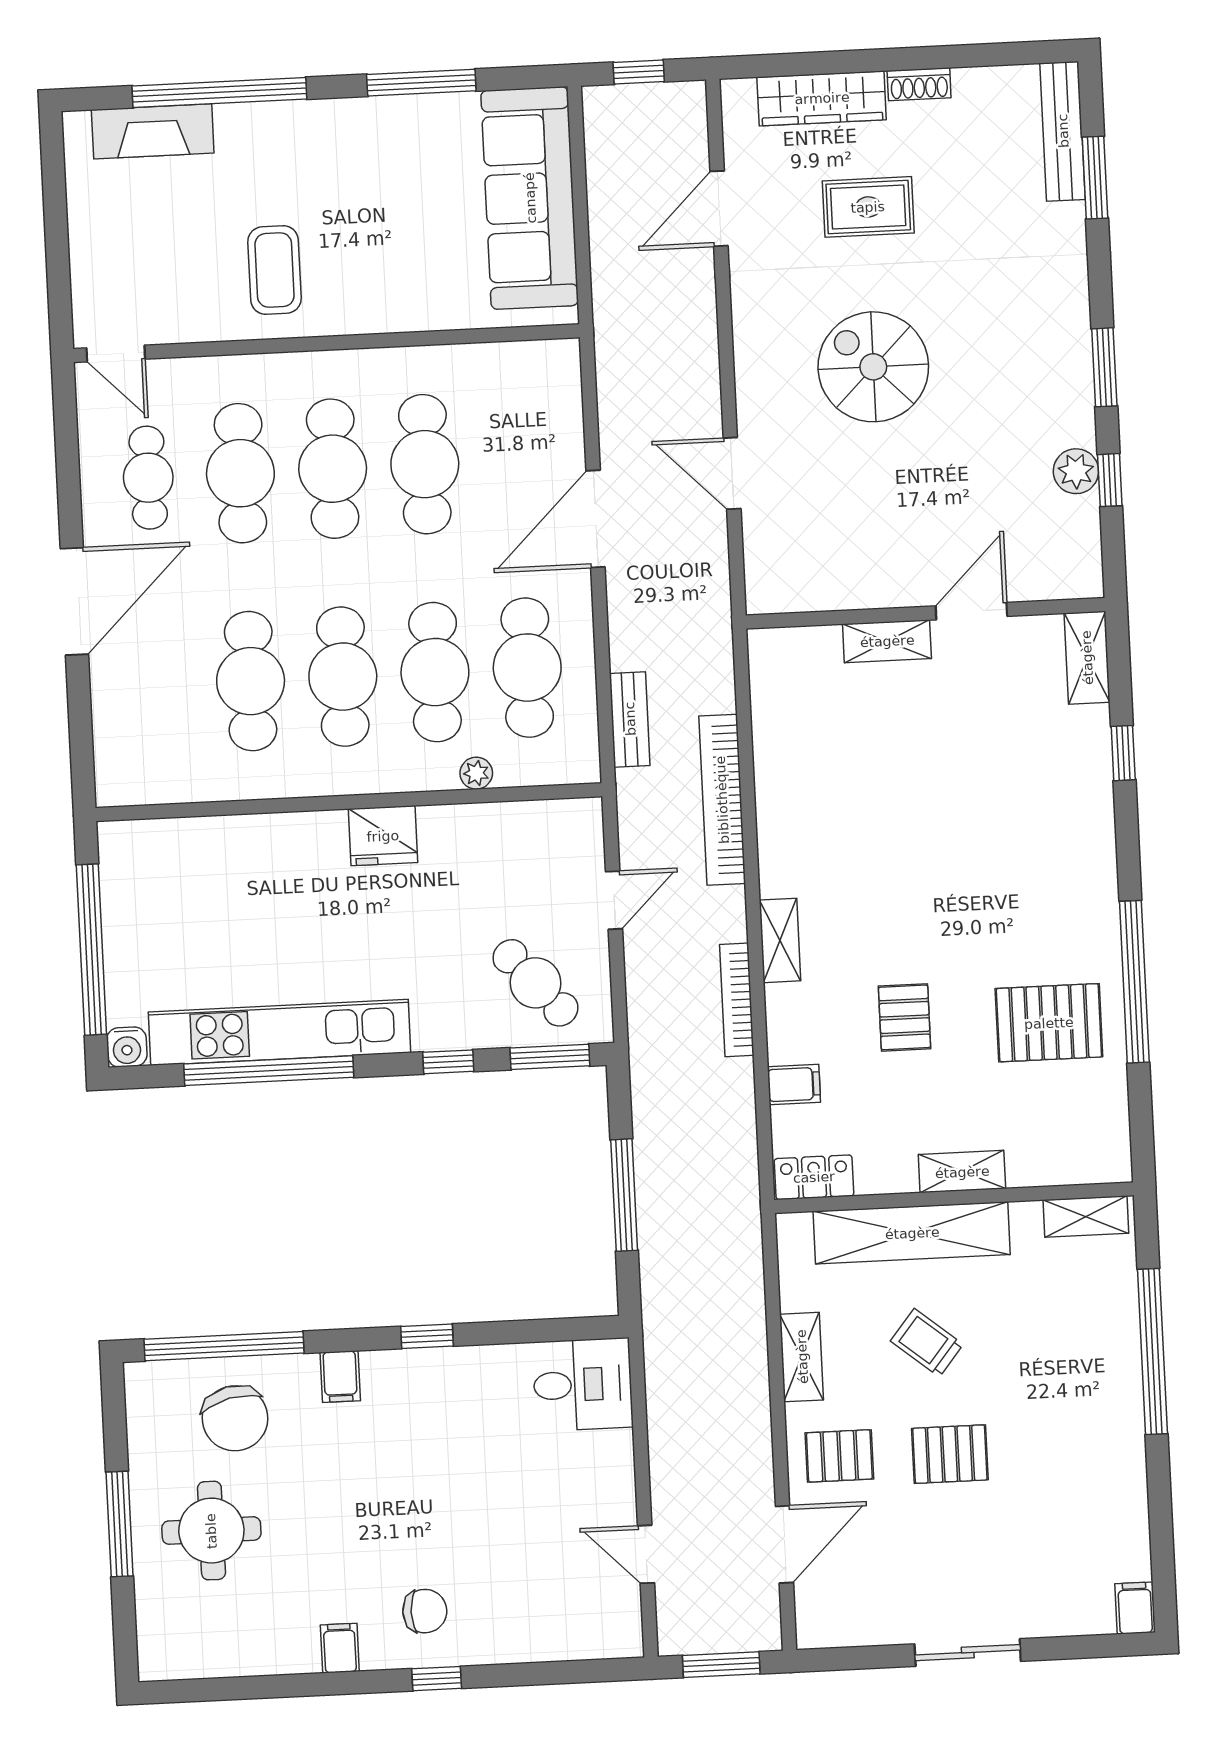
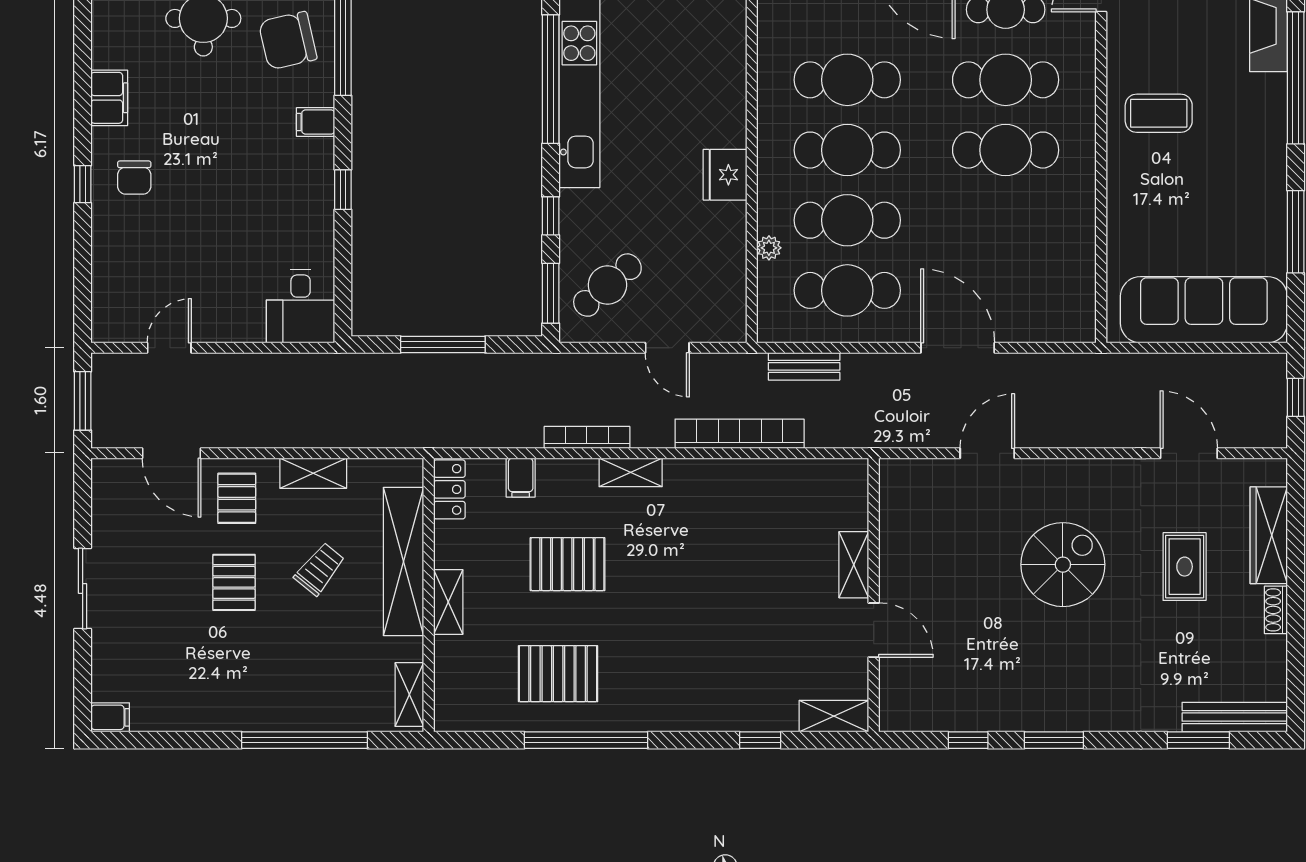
cafe table: (425, 464) -> (1006, 220), removed
plant: (1076, 471) -> (976, 715), removed
pallet: (904, 1017) -> (567, 564), width x1.50, depth x1.42
pallet: (1049, 1023) -> (558, 674), turned 90
filing cabinet: (340, 1648) -> (109, 98), width x2.00

